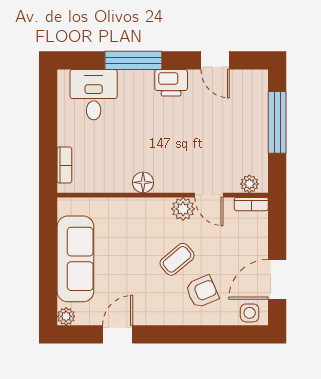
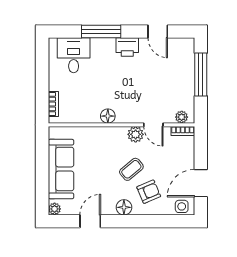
floor lamp: (166, 314) -> (124, 207), added

